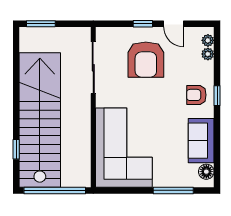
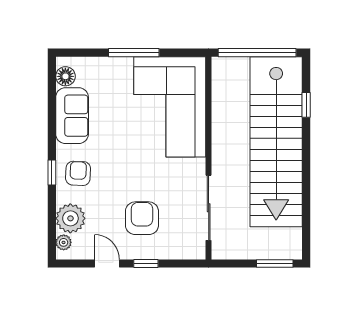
plant: (208, 54) -> (70, 218), width x1.87, depth x1.87
armchair: (146, 60) -> (142, 218), width x0.73, depth x0.73
armchair: (196, 95) -> (78, 173), turned -87
window: (173, 190) -> (134, 53), moved

